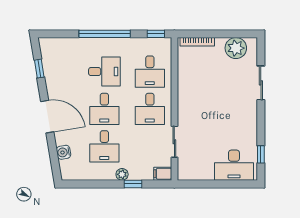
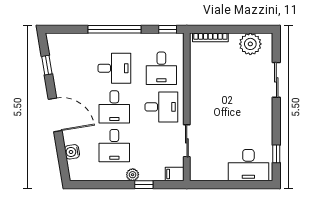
desk: (150, 109) -> (161, 107), turned -90

